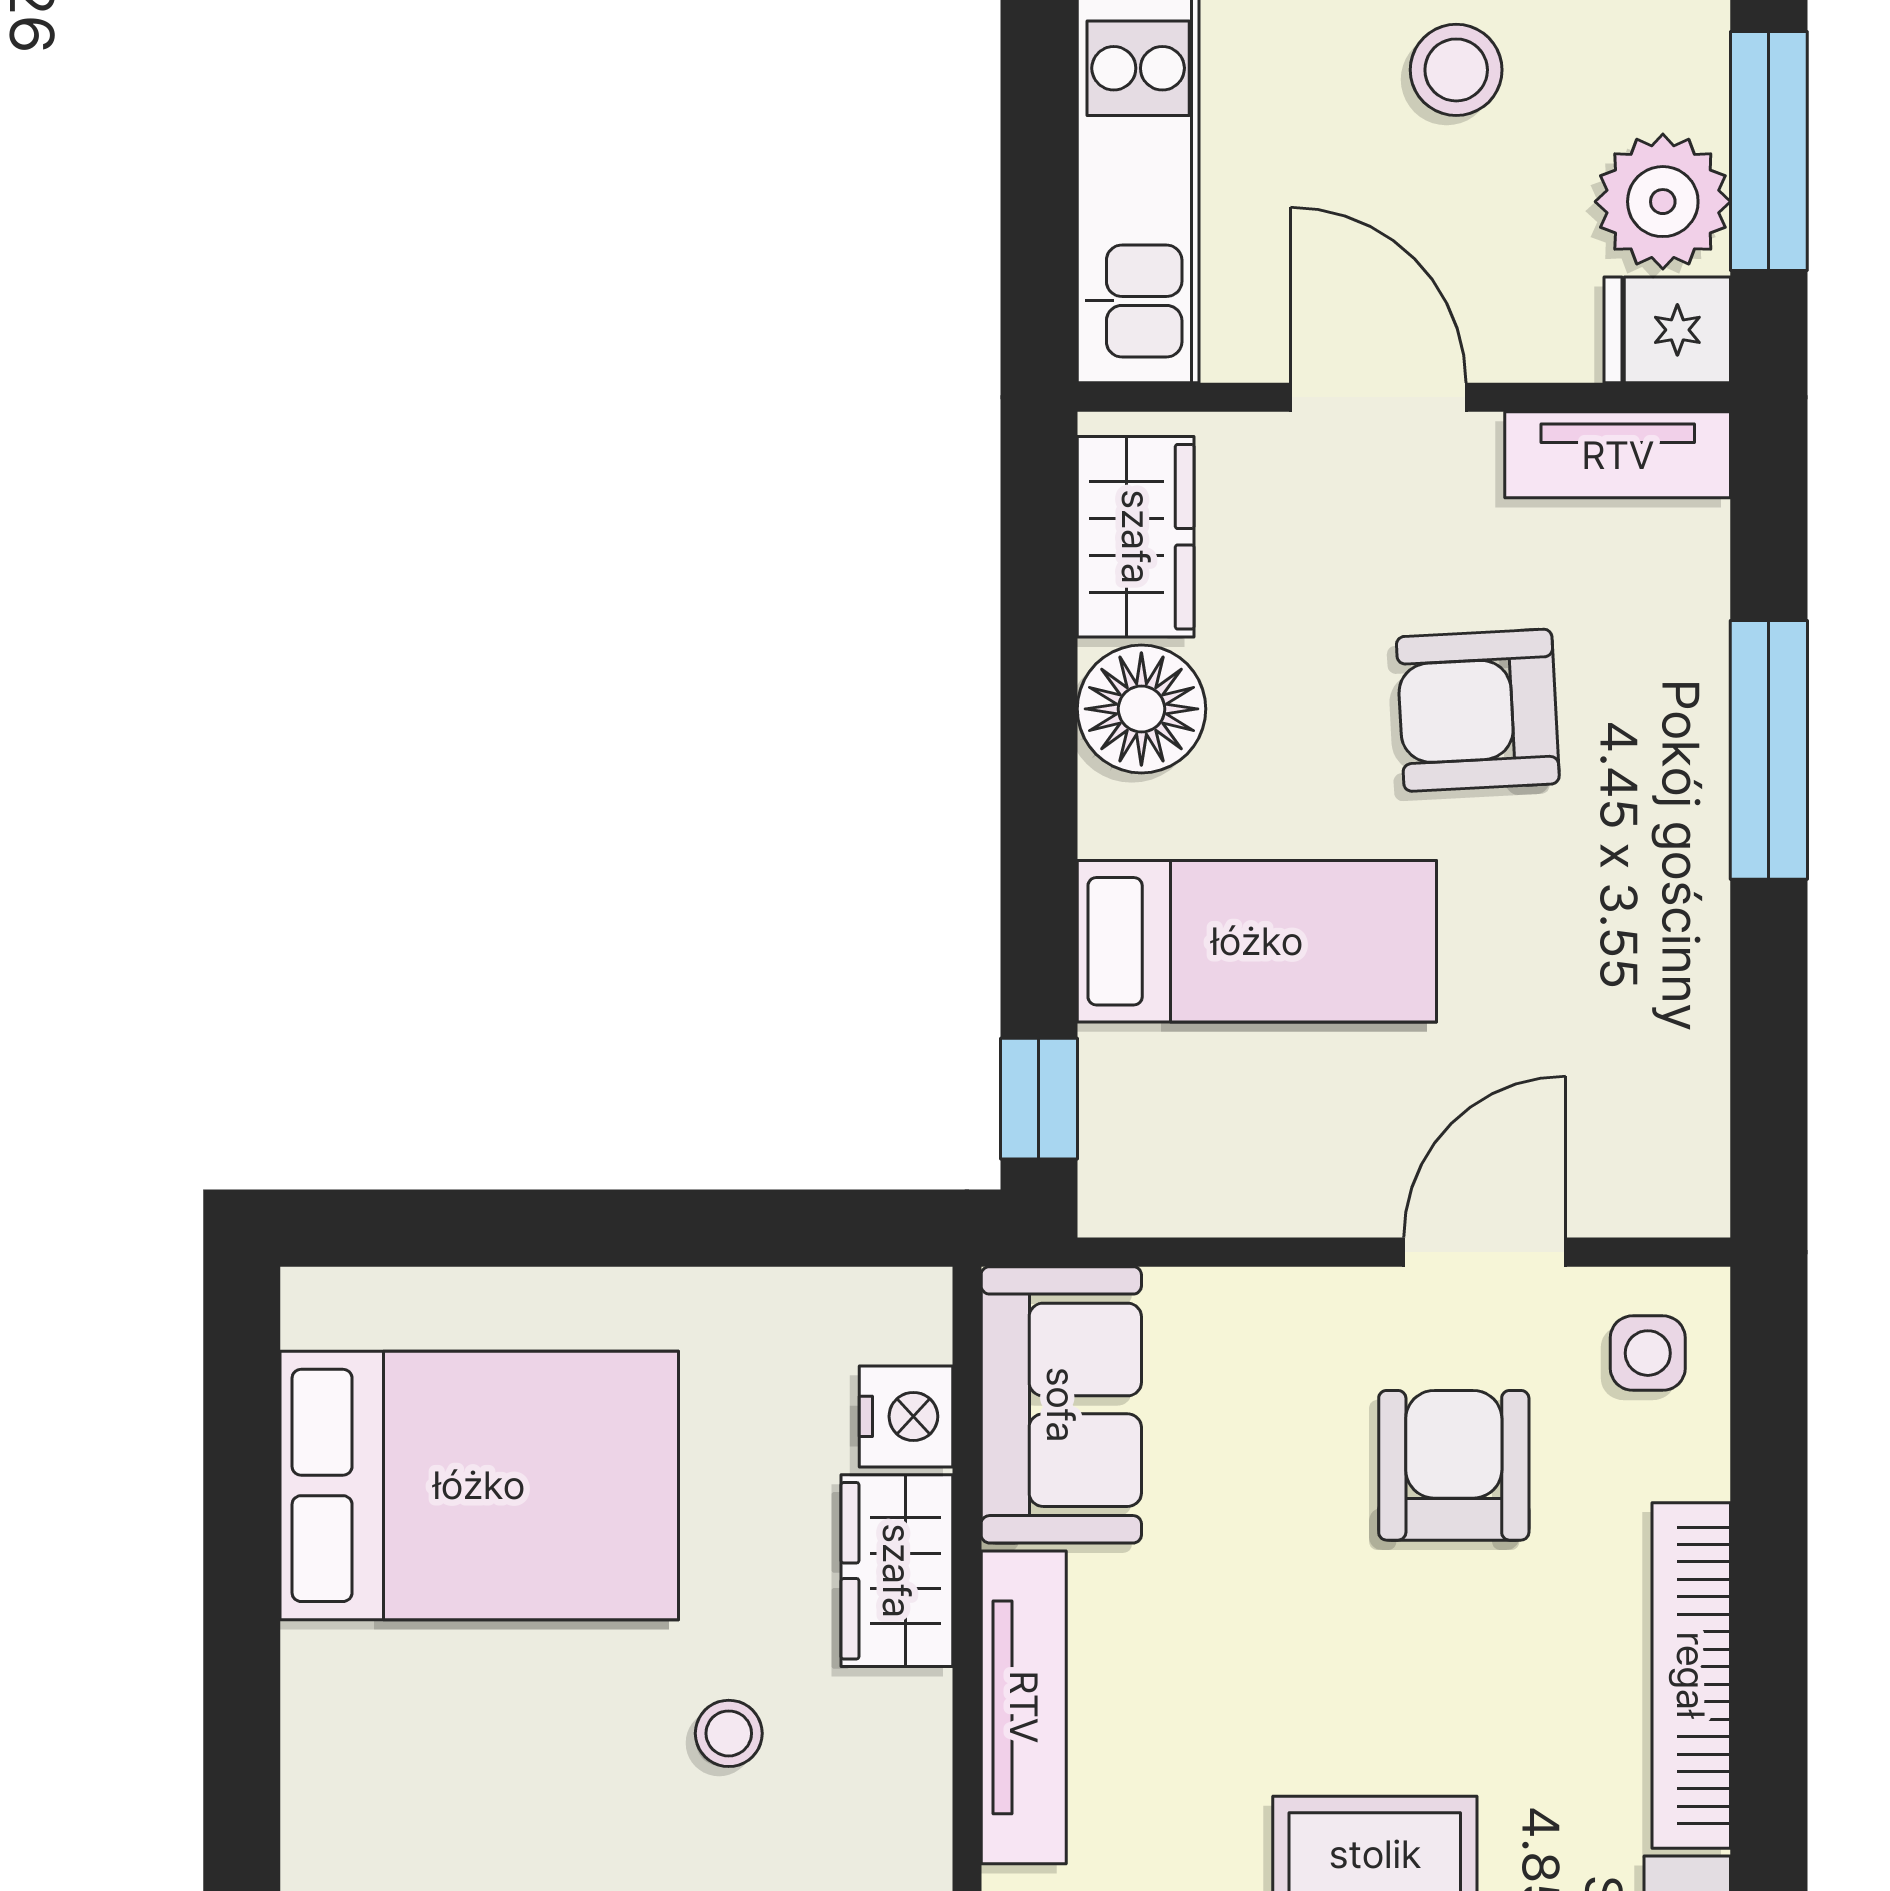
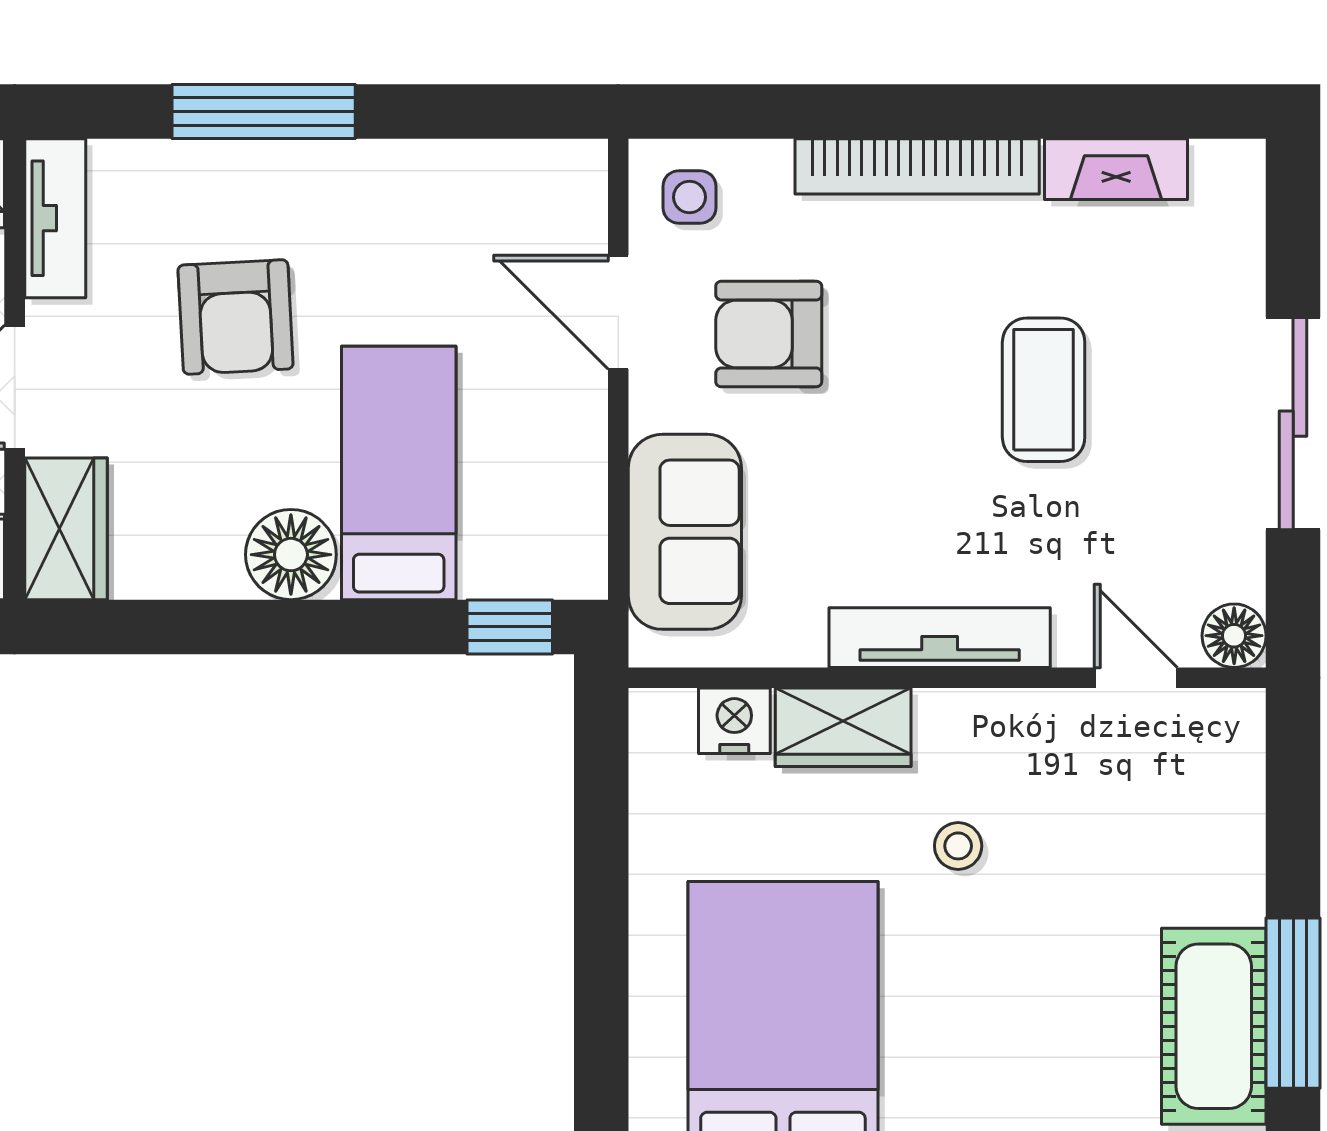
wardrobe: (1136, 537) -> (66, 529), moved, turned 90
floor lamp: (1141, 709) -> (291, 555), moved
sofa: (1061, 1405) -> (685, 532), moved, turned 90

